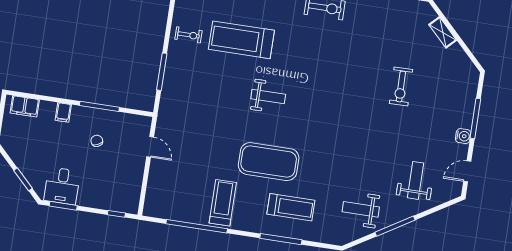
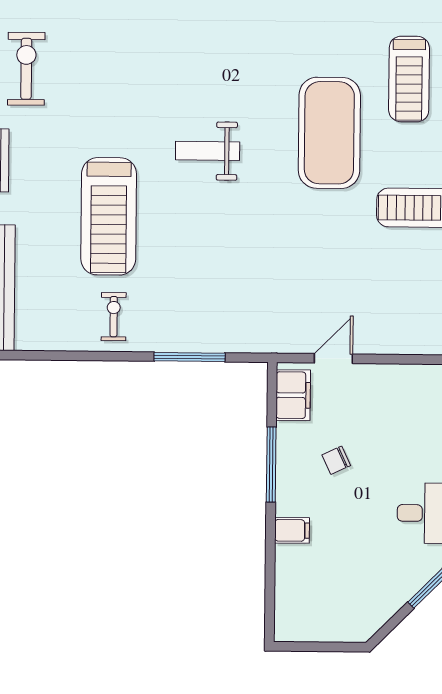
weight bench: (268, 96) -> (208, 151), turned -90
filing cabinet: (25, 106) -> (293, 395), moved
treadmill: (291, 207) -> (409, 79), turned 180

